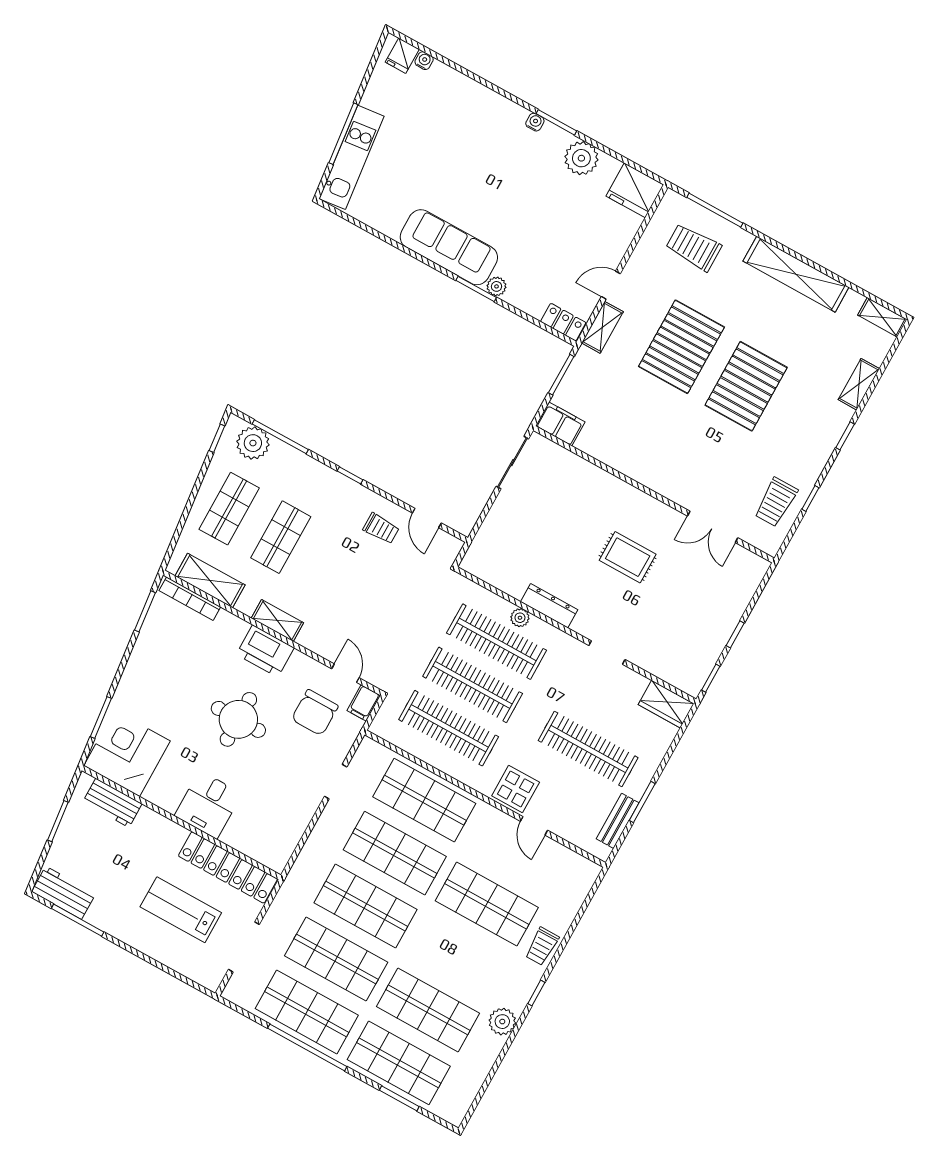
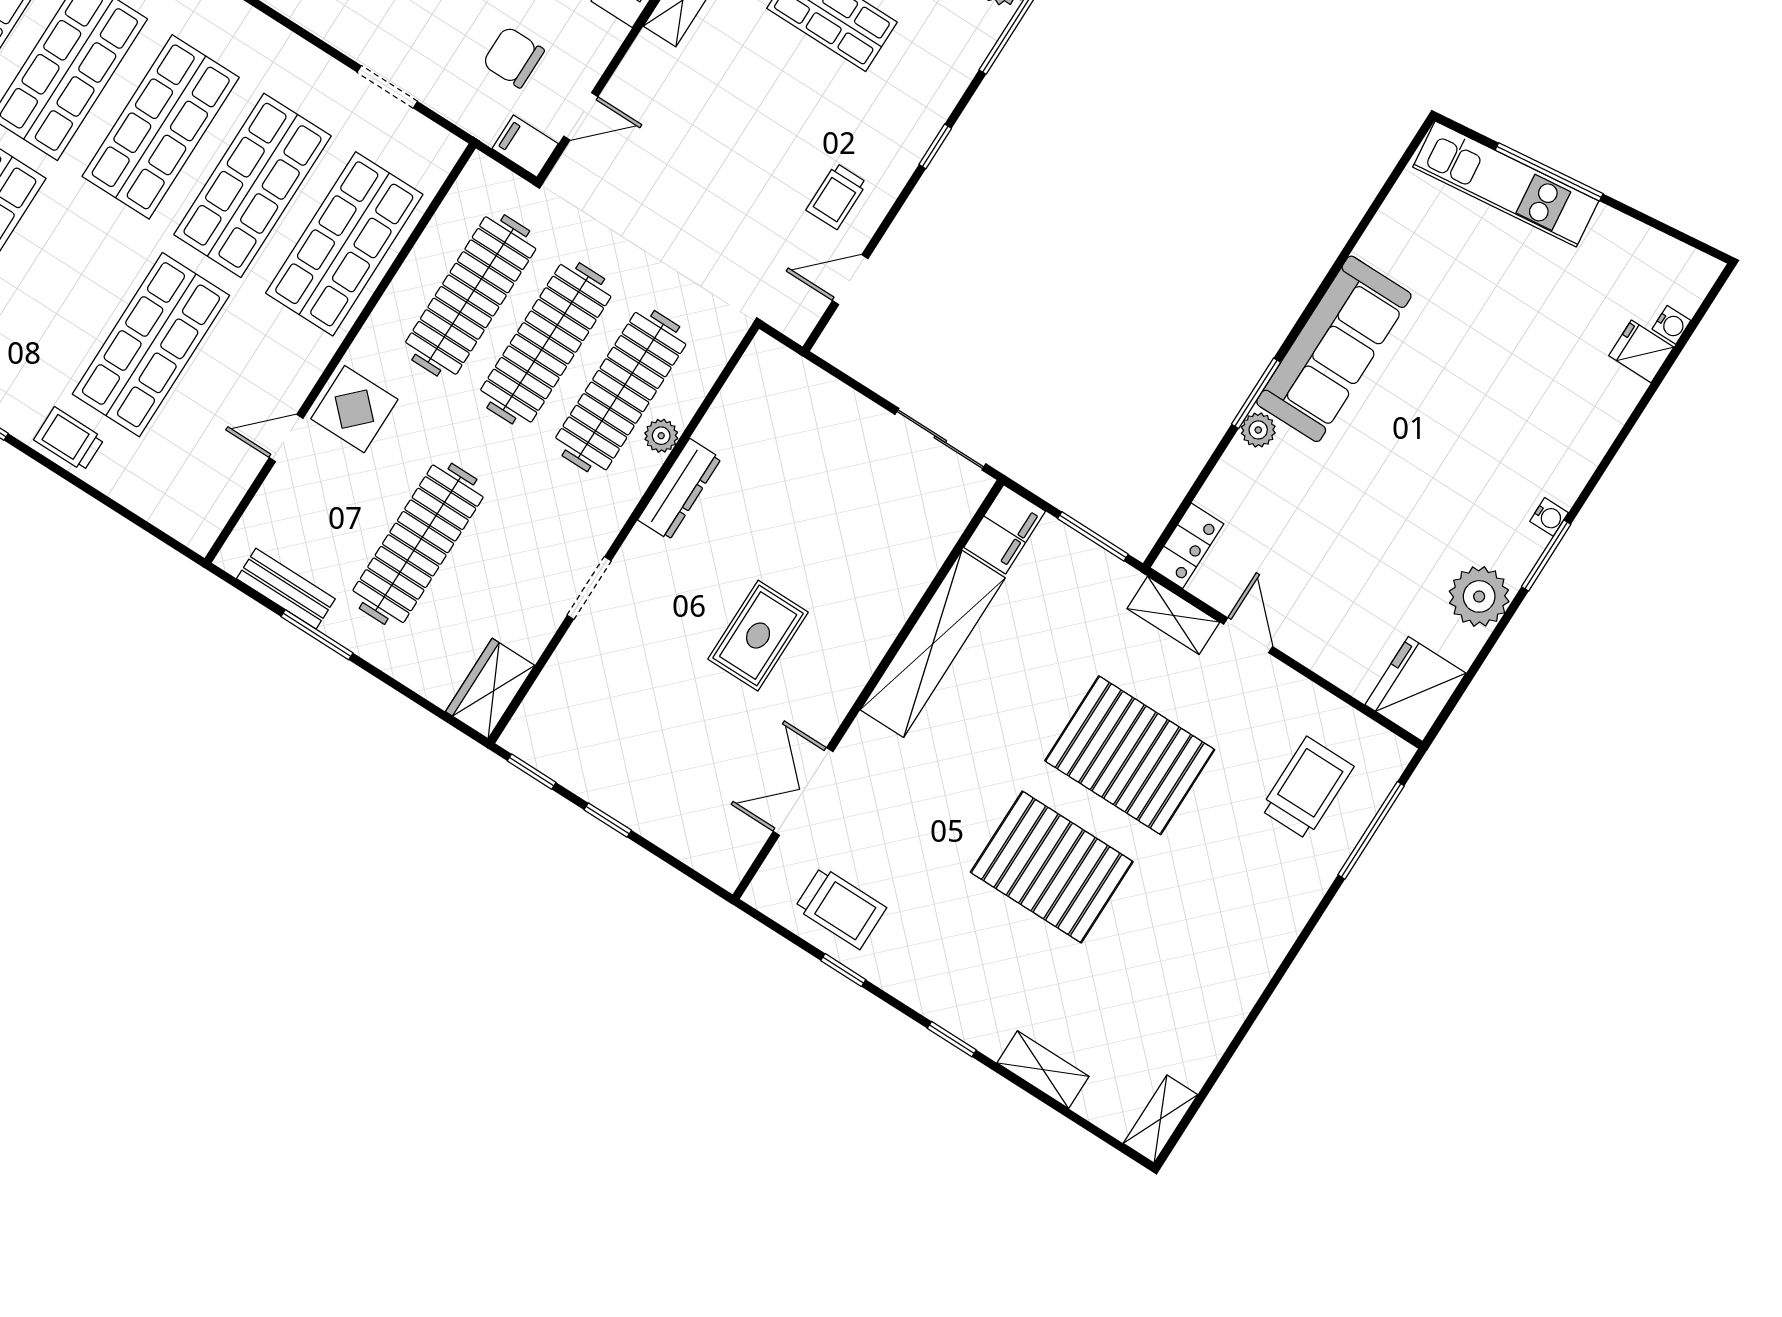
fridge: (402, 56) -> (1641, 351), moved
shelving: (796, 274) -> (933, 644), moved
trolley: (776, 502) -> (841, 908), turned 180
chair: (315, 713) -> (513, 57), width x0.73, depth x0.73

